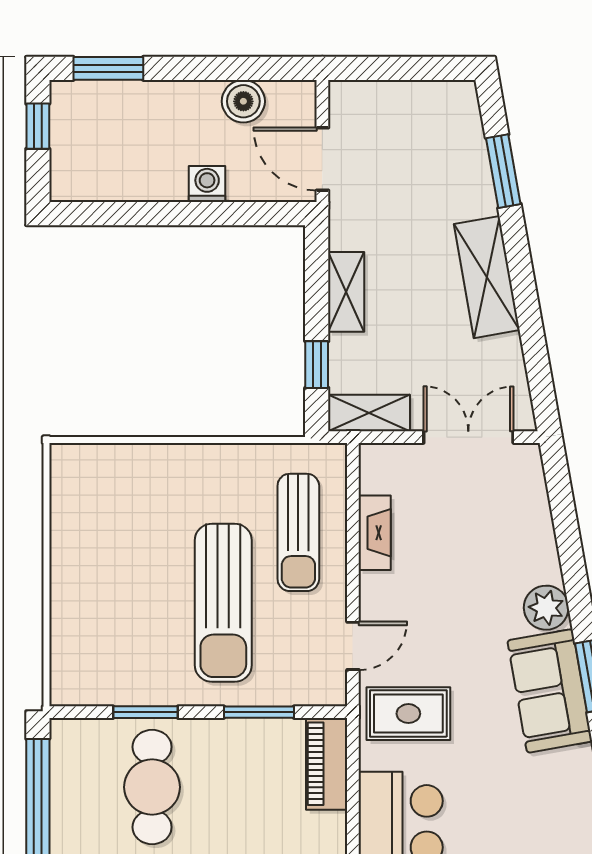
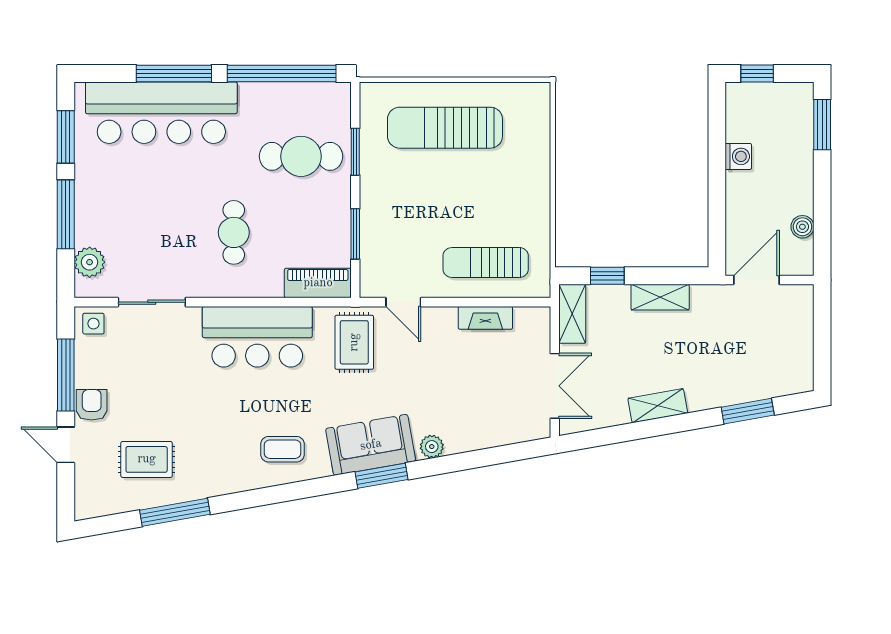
boiler: (243, 101) -> (802, 227), width x0.73, depth x0.73
window: (38, 126) -> (757, 74), moved
washing machine: (207, 184) -> (738, 156), moved
shelving: (487, 277) -> (658, 406), width x0.67, depth x0.75
sun lounger: (223, 603) -> (445, 128), moved
plant: (546, 608) -> (432, 447), width x0.73, depth x0.73
coffee table: (556, 812) -> (283, 449), added

